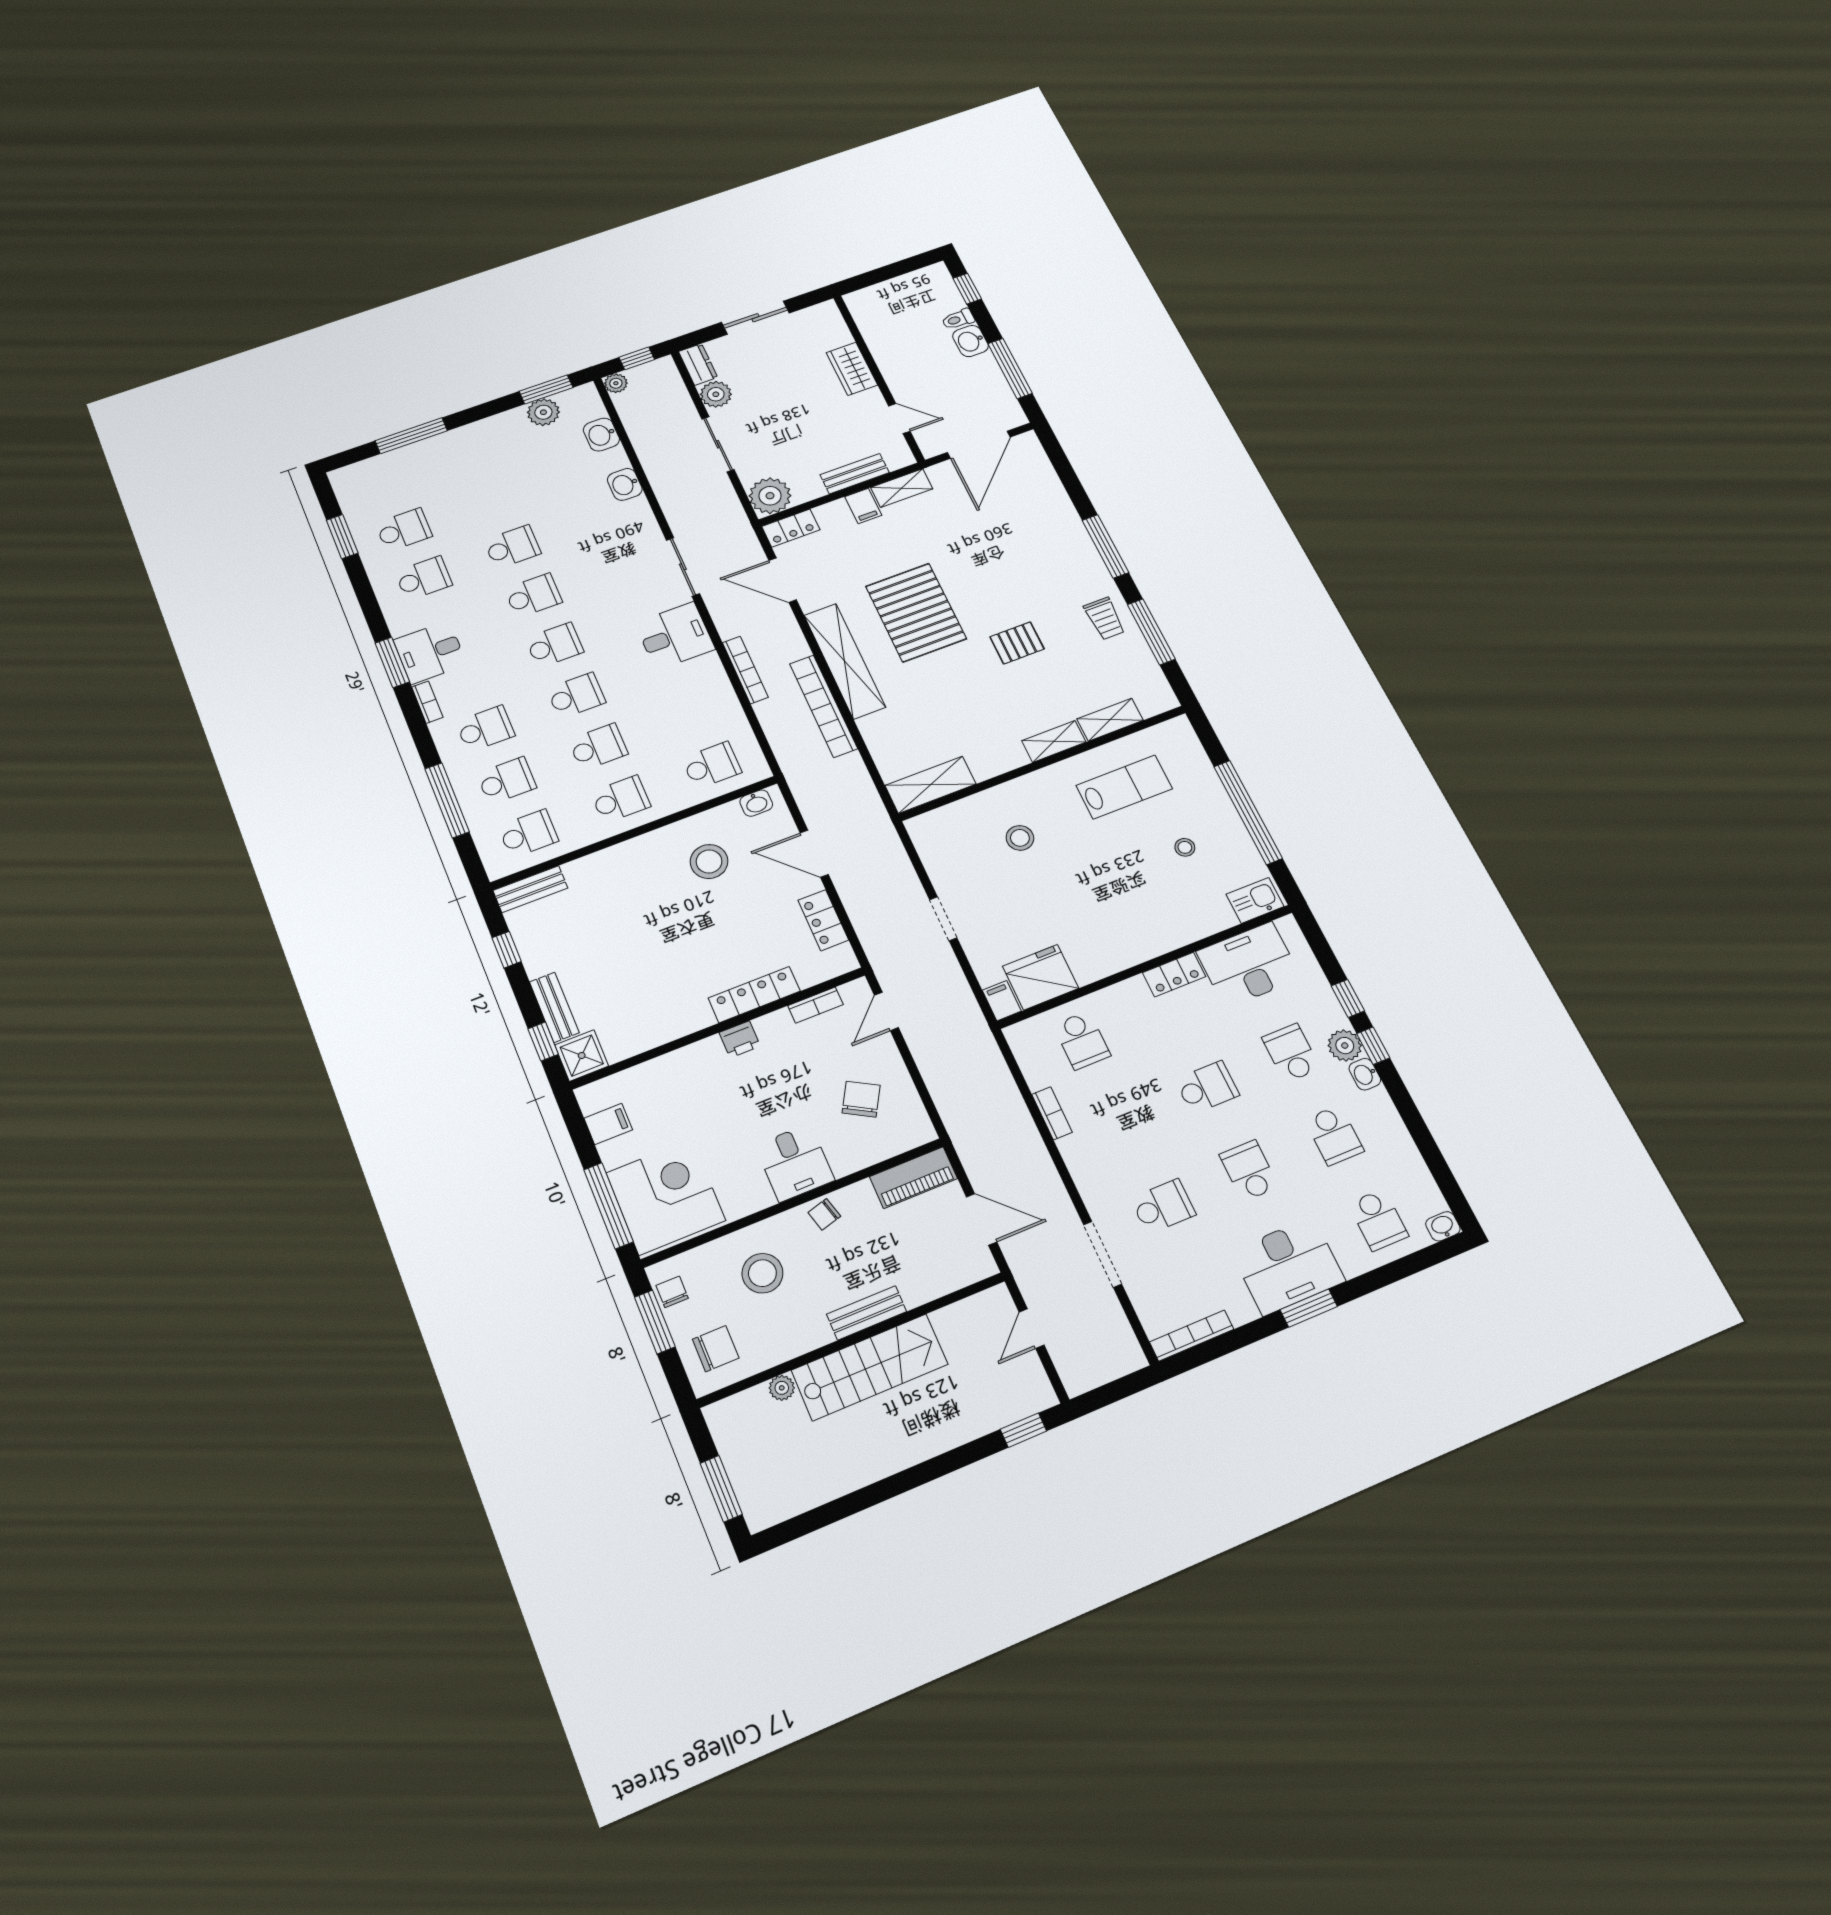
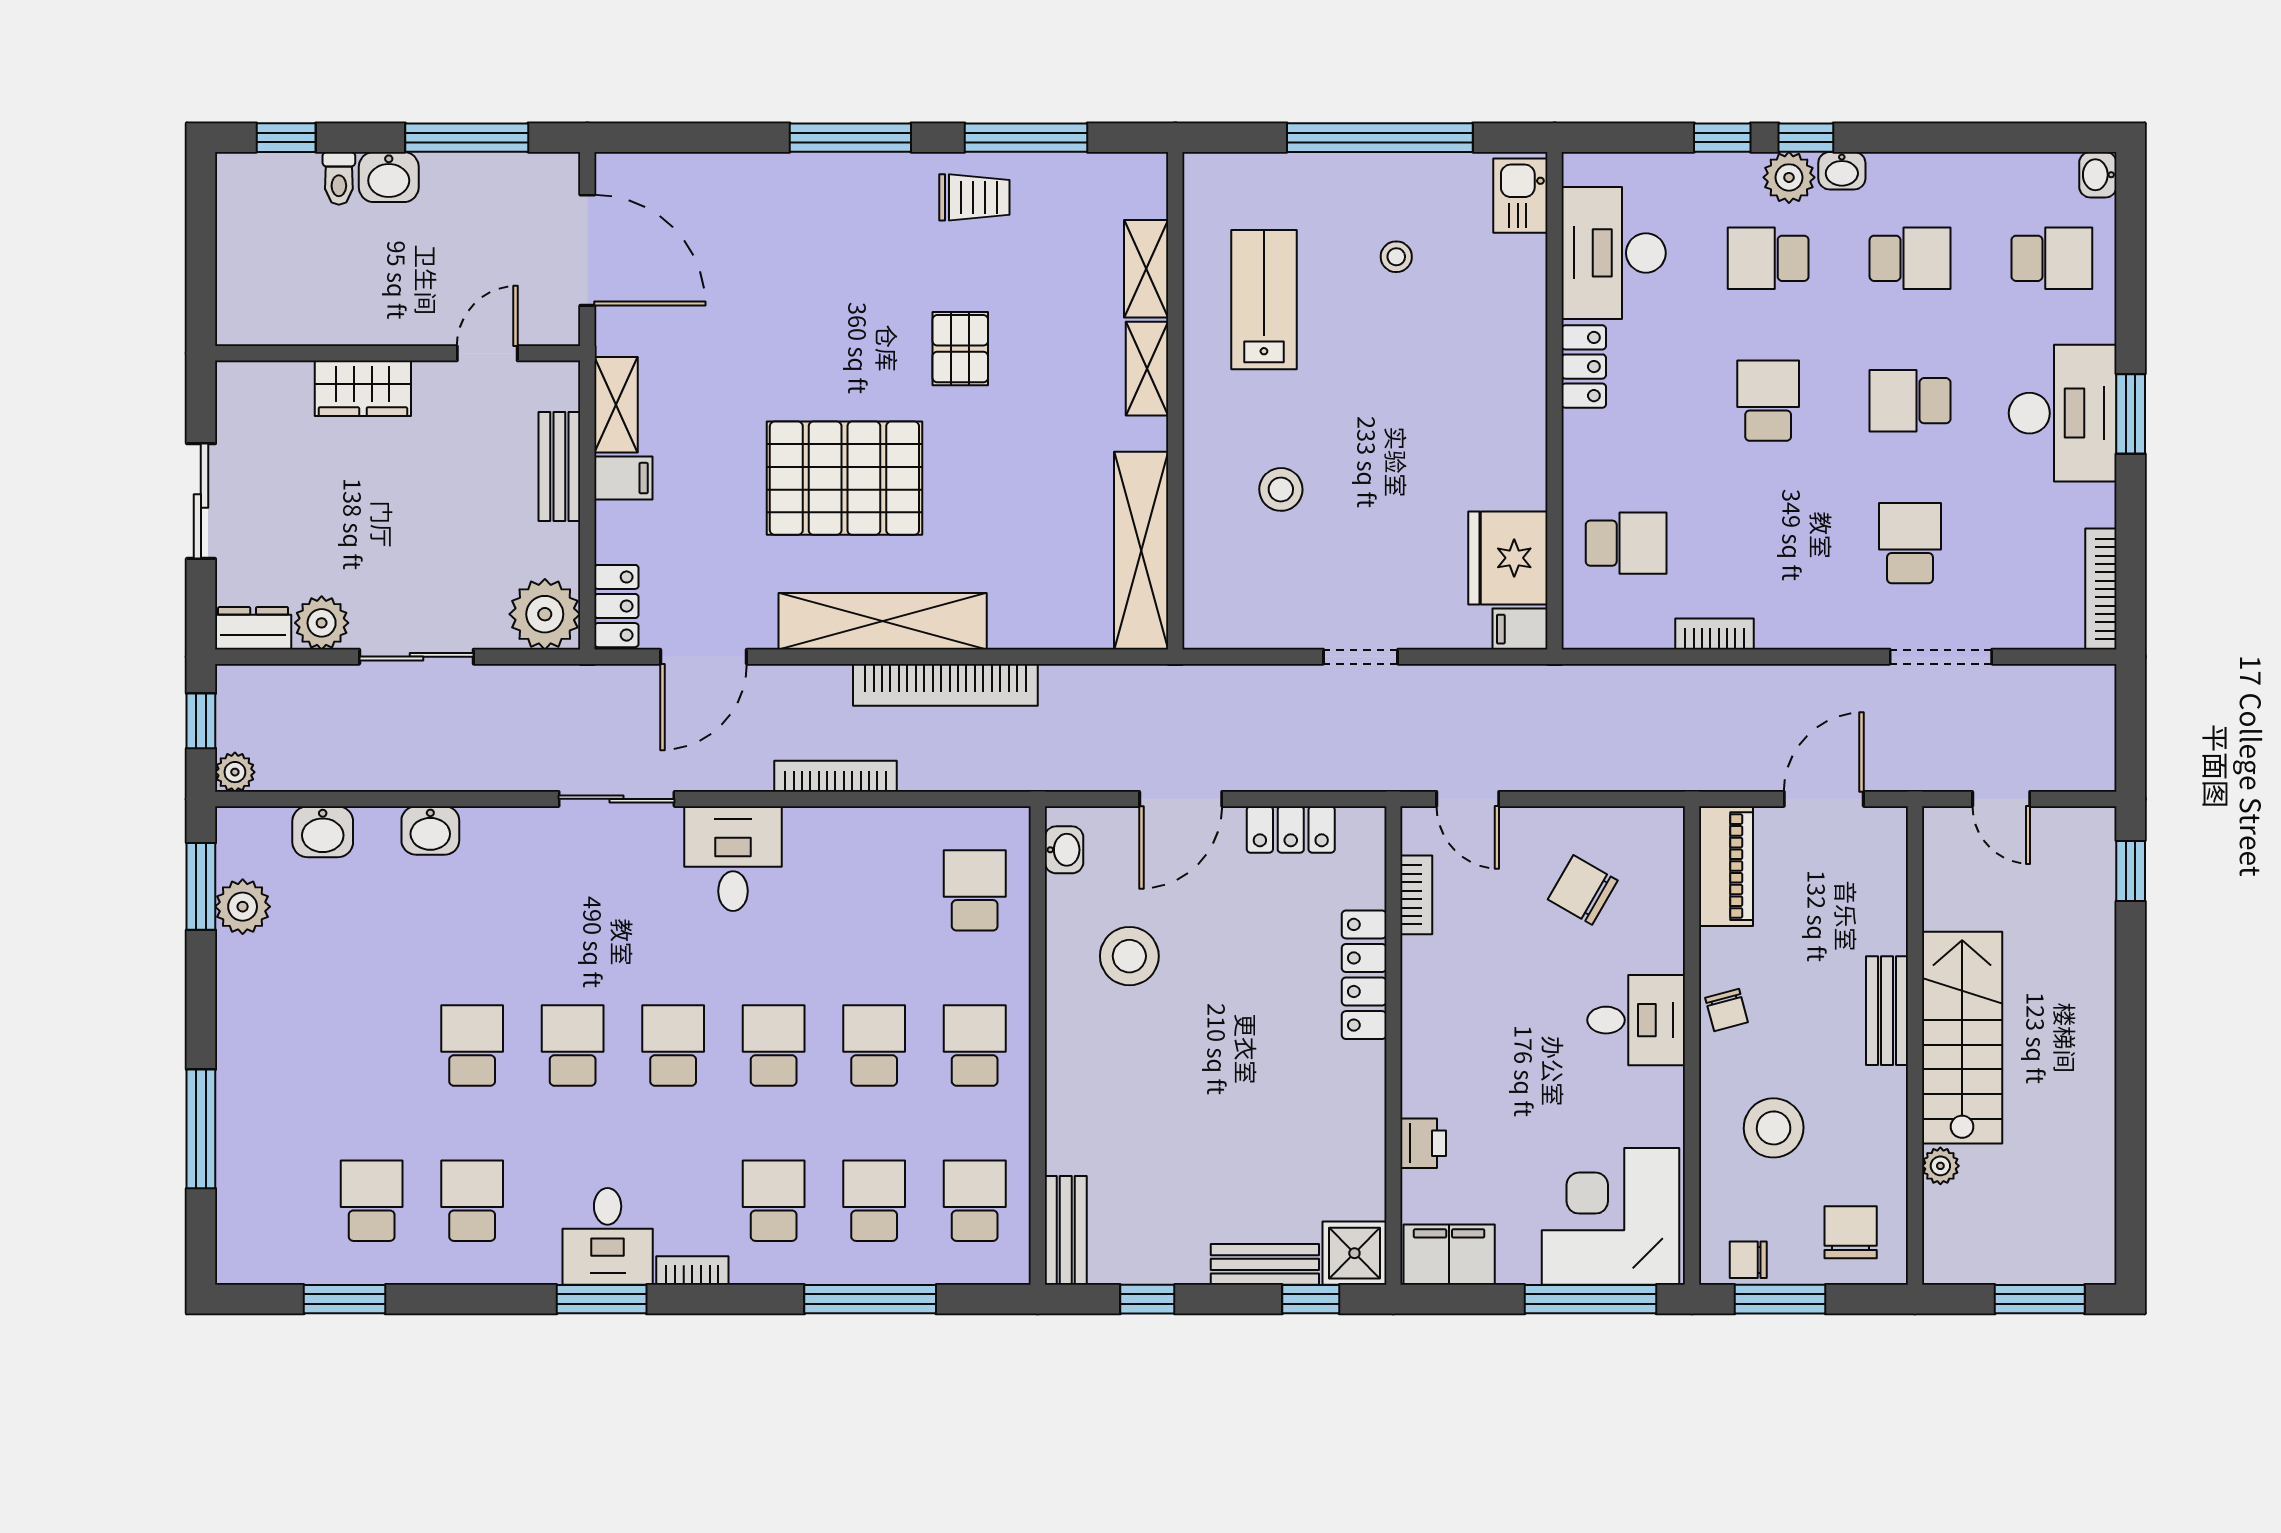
shelving: (931, 785) -> (1141, 551), width x1.47
printer: (740, 1039) -> (1423, 1143), moved
filing cabinet: (608, 1124) -> (1449, 1255), width x2.00

